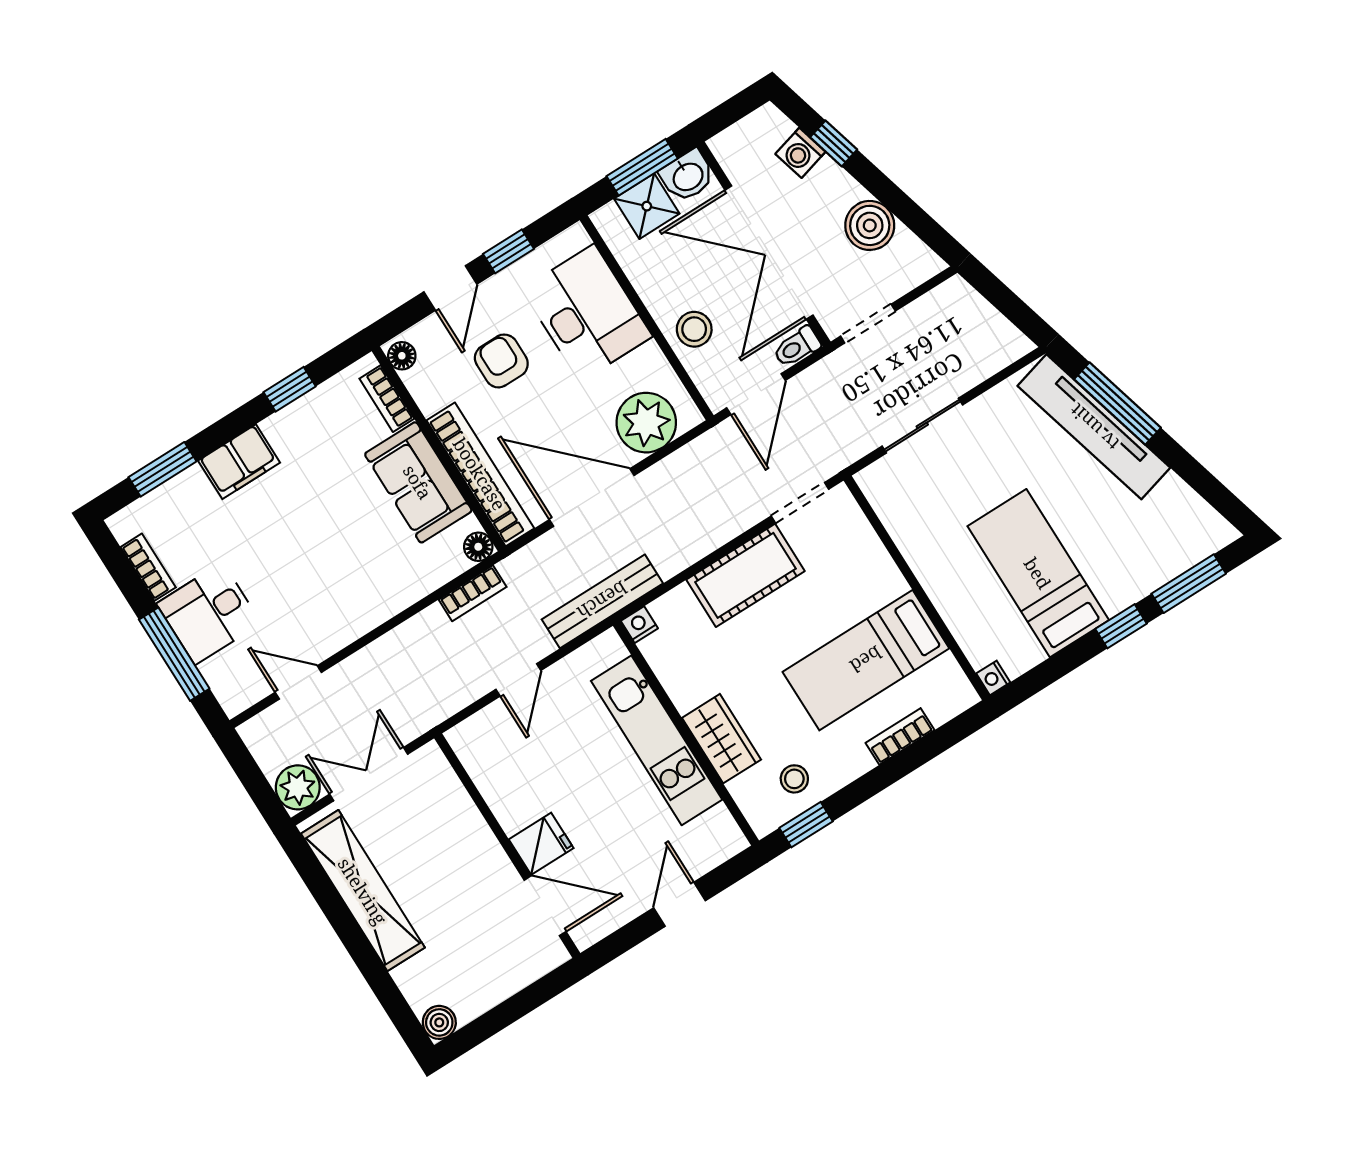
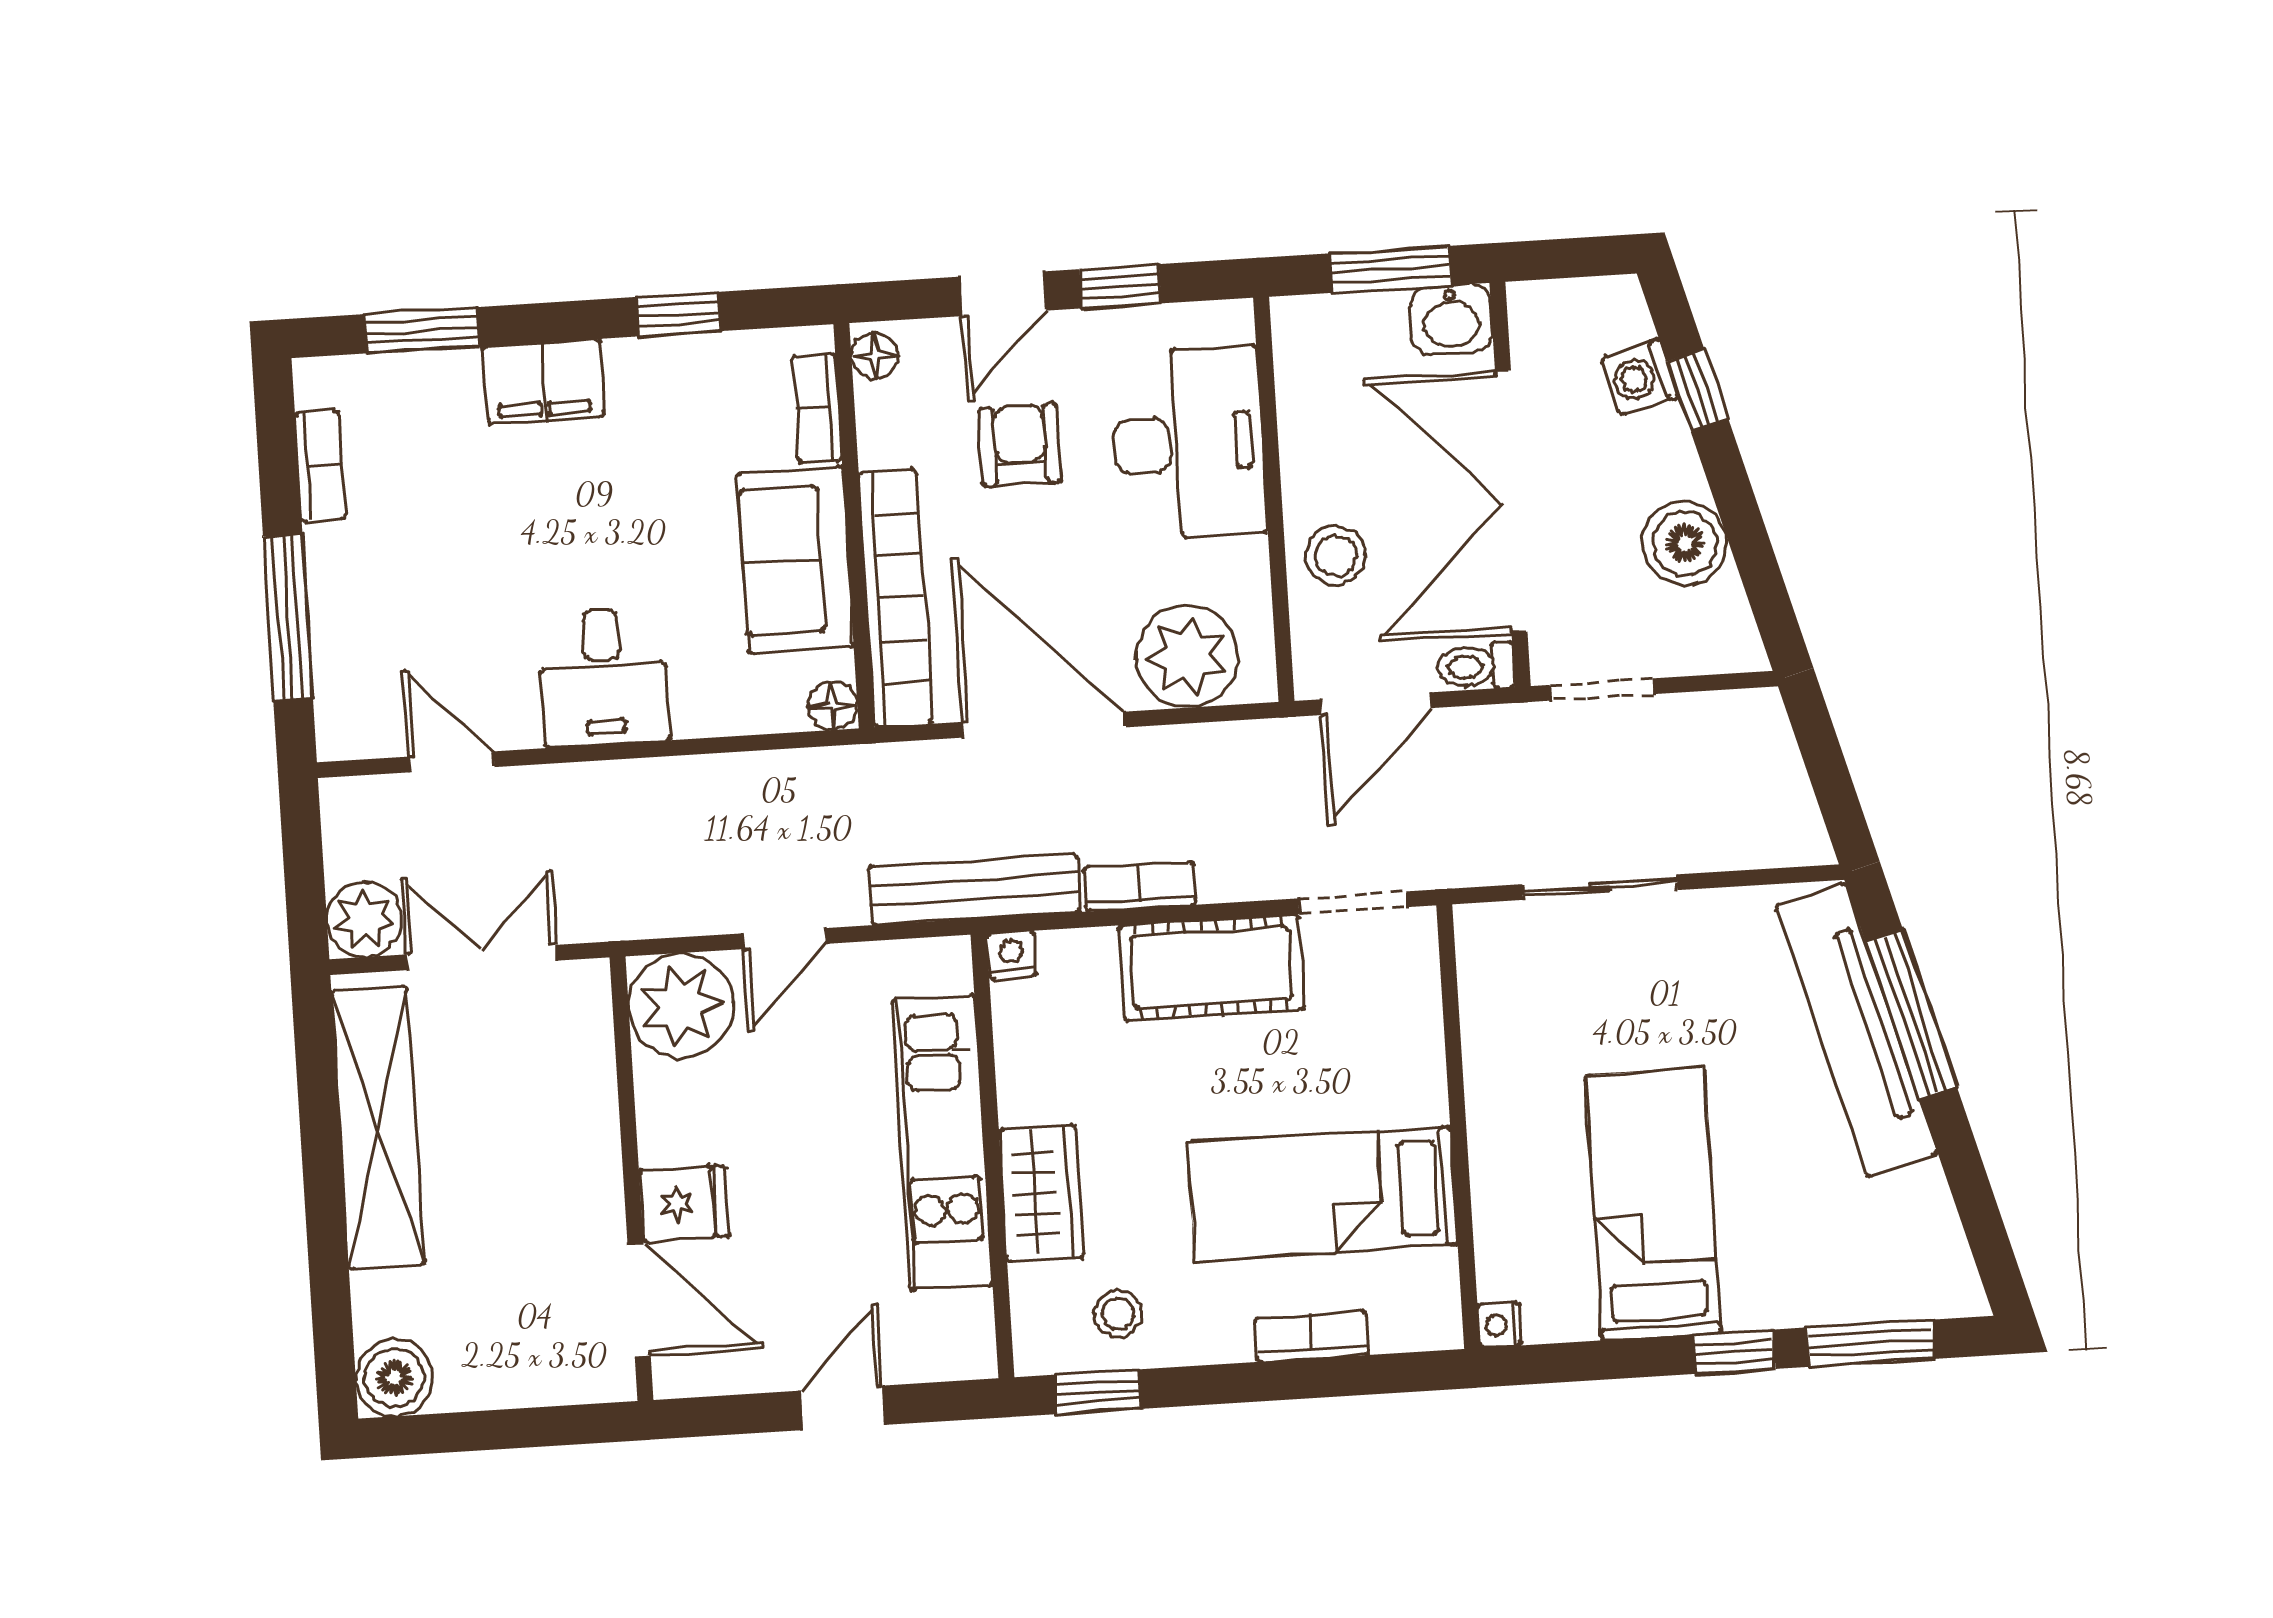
shower: (647, 206) -> (1365, 332), removed
bookcase: (473, 593) -> (1140, 886), moved, turned 180
desk: (209, 614) -> (604, 677), moved, turned -90
plant: (484, 743) -> (681, 1005), added
boiler: (439, 1022) -> (394, 1378), width x1.36, depth x1.36

